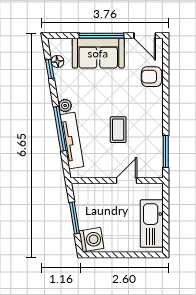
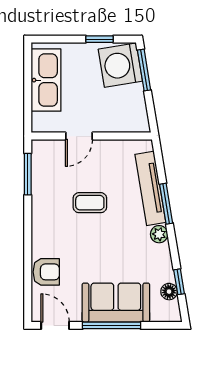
window: (60, 129) -> (166, 204), width x0.69
coffee table: (118, 130) -> (90, 203), turned 90
window: (74, 218) -> (144, 70), moved
washing machine: (91, 240) -> (120, 65), width x1.37, depth x1.37
window: (111, 255) -> (99, 39), added

